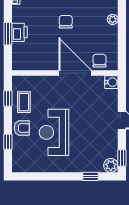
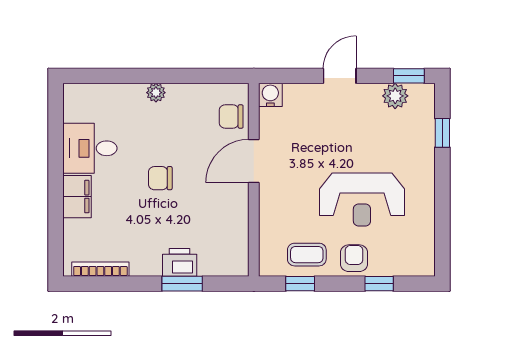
door: (75, 73) -> (254, 161), width x0.73
plant: (111, 165) -> (395, 96), moved

